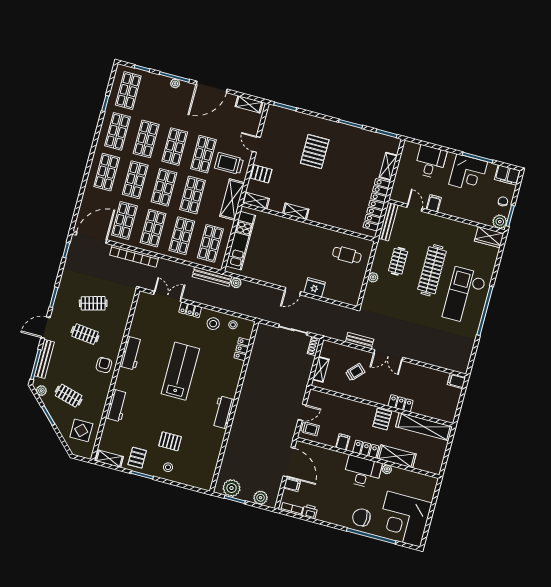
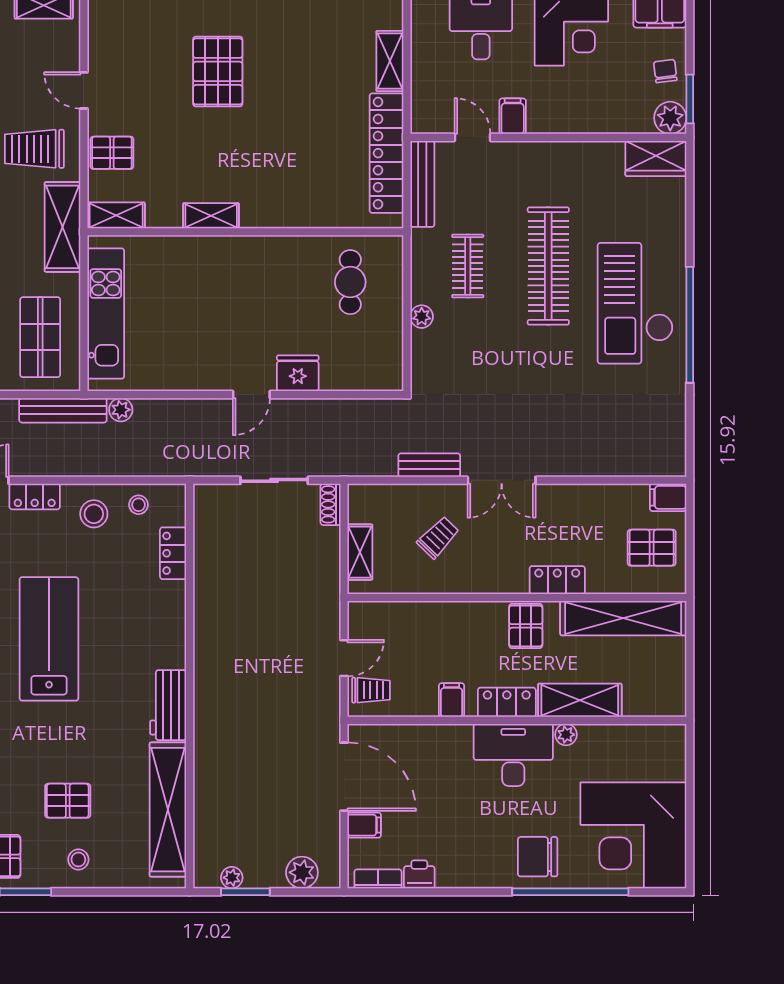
cafe table: (347, 255) -> (350, 282), turned 90
pallet: (444, 400) -> (652, 548), added
shelving: (211, 456) -> (168, 810), added
plant: (232, 488) -> (232, 878), width x0.53, depth x0.53

